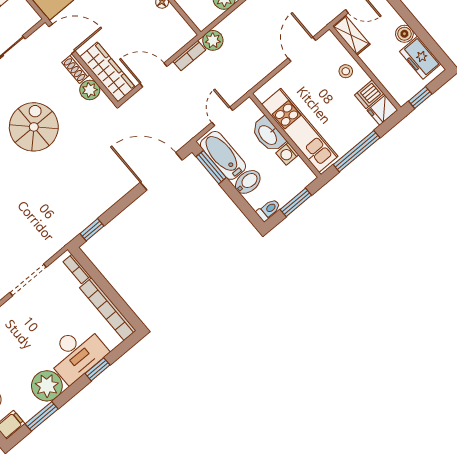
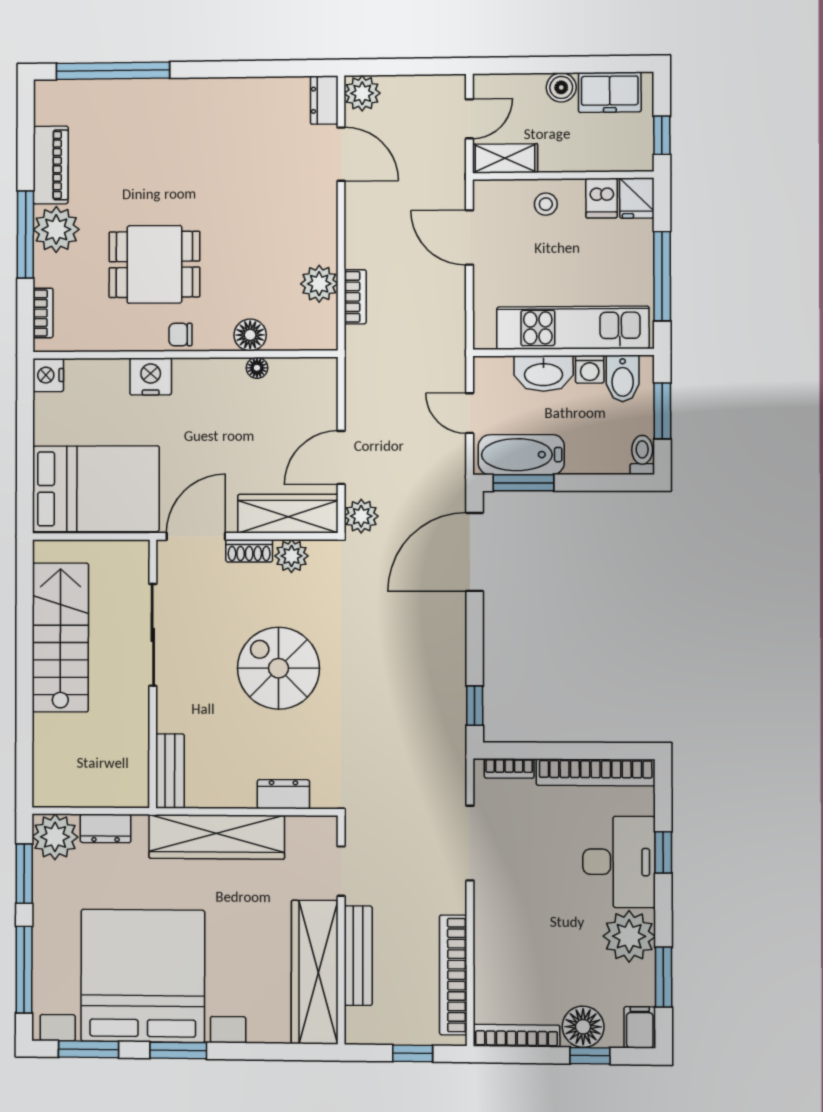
plant: (213, 40) -> (361, 516), moved
bookcase: (189, 56) -> (355, 297), moved
bidet: (248, 182) -> (623, 379), moved, turned 180

